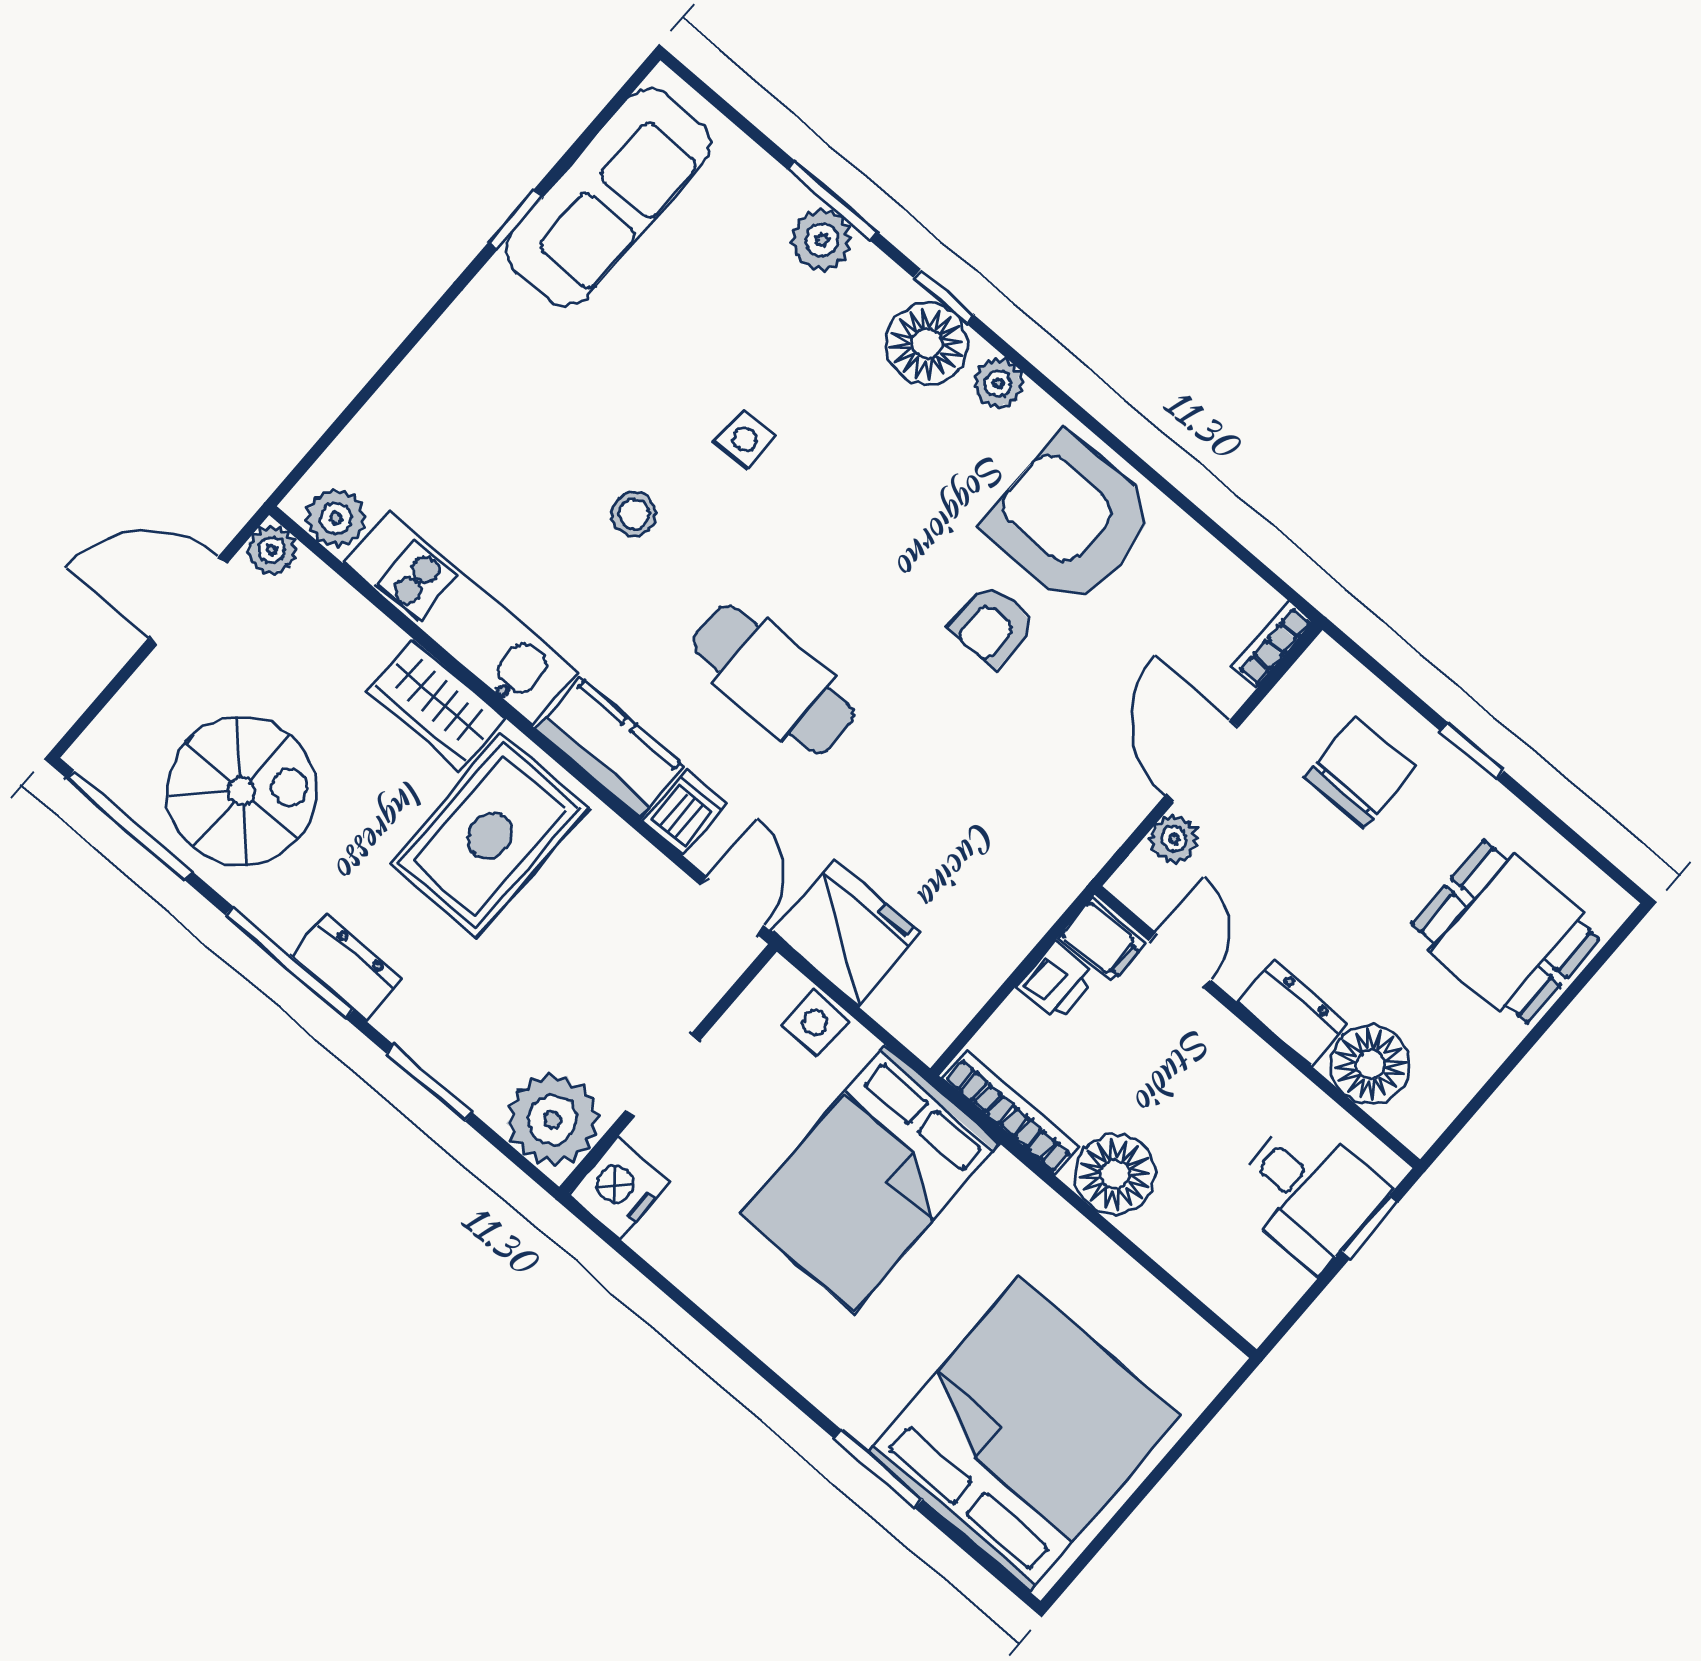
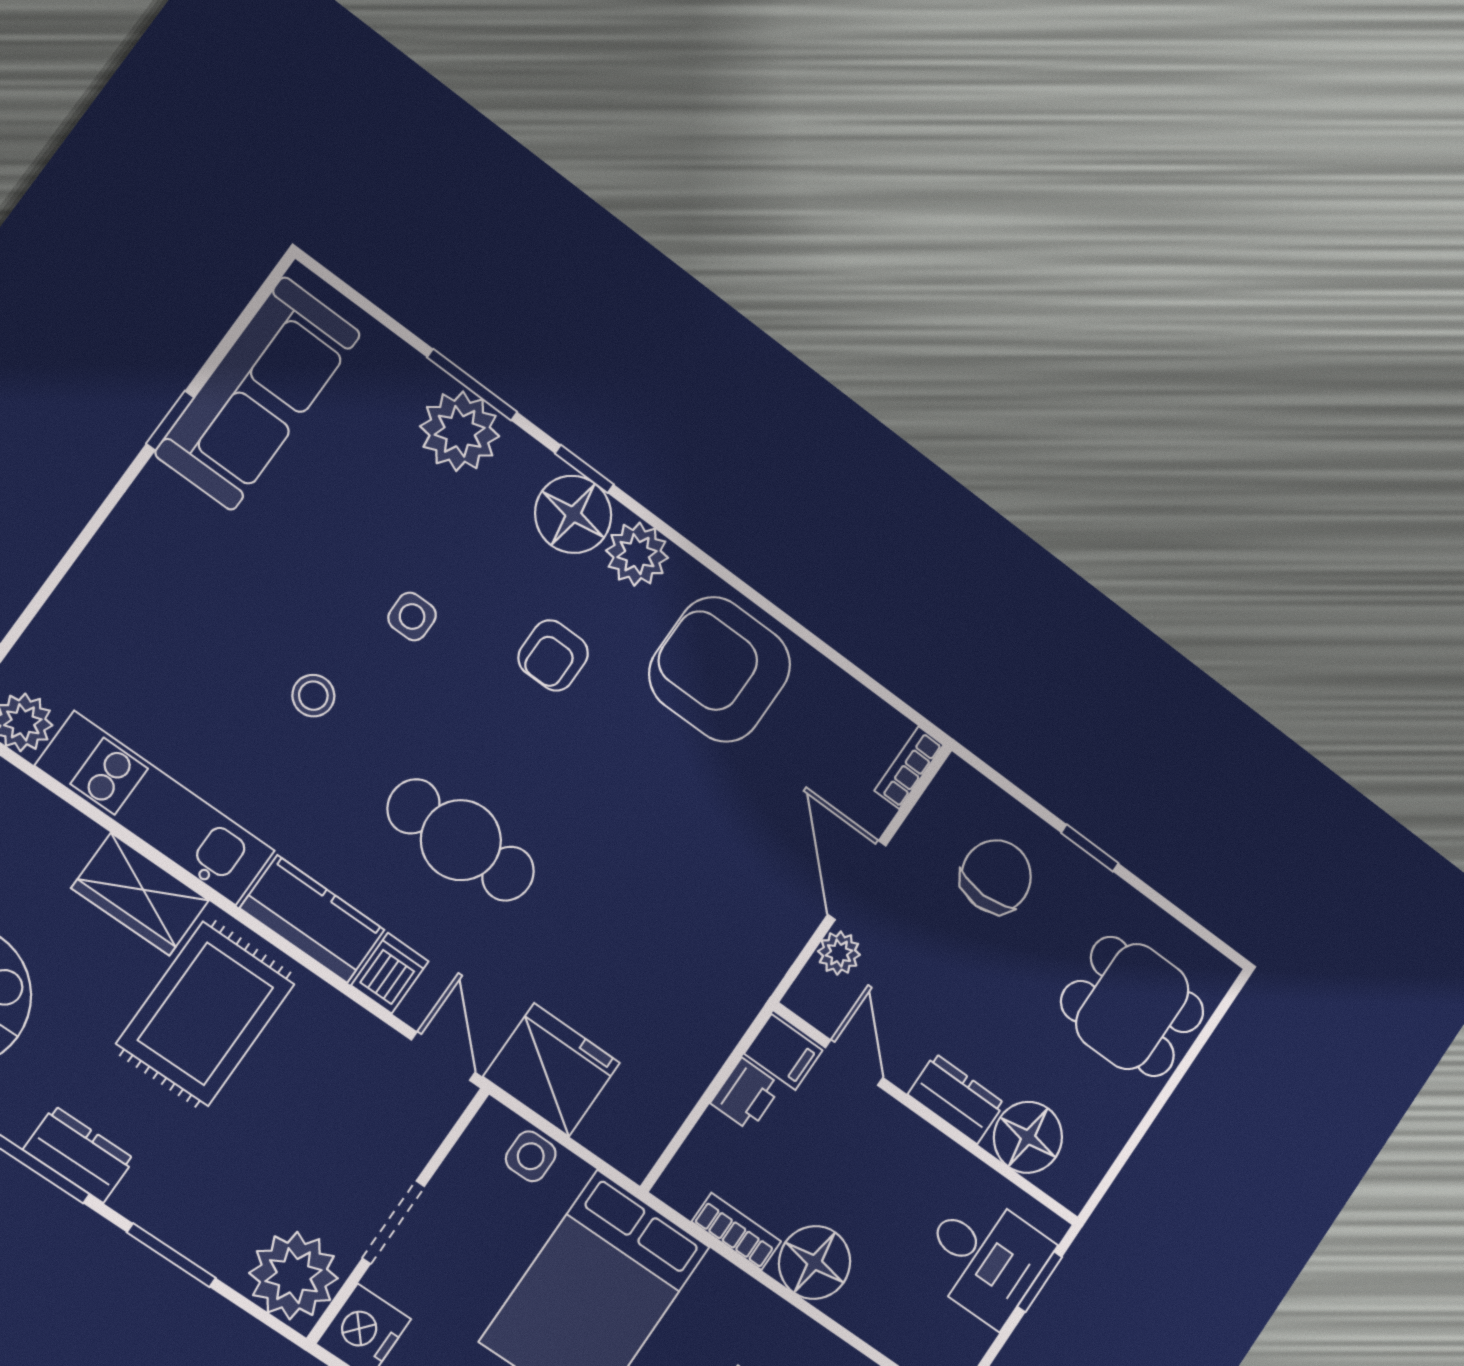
plant: (822, 240) -> (460, 431), width x1.36, depth x1.36
plant: (998, 383) -> (637, 554), width x1.38, depth x1.38
armchair: (992, 625) -> (553, 655), moved
bookcase: (1011, 1112) -> (736, 1232), width x0.64

